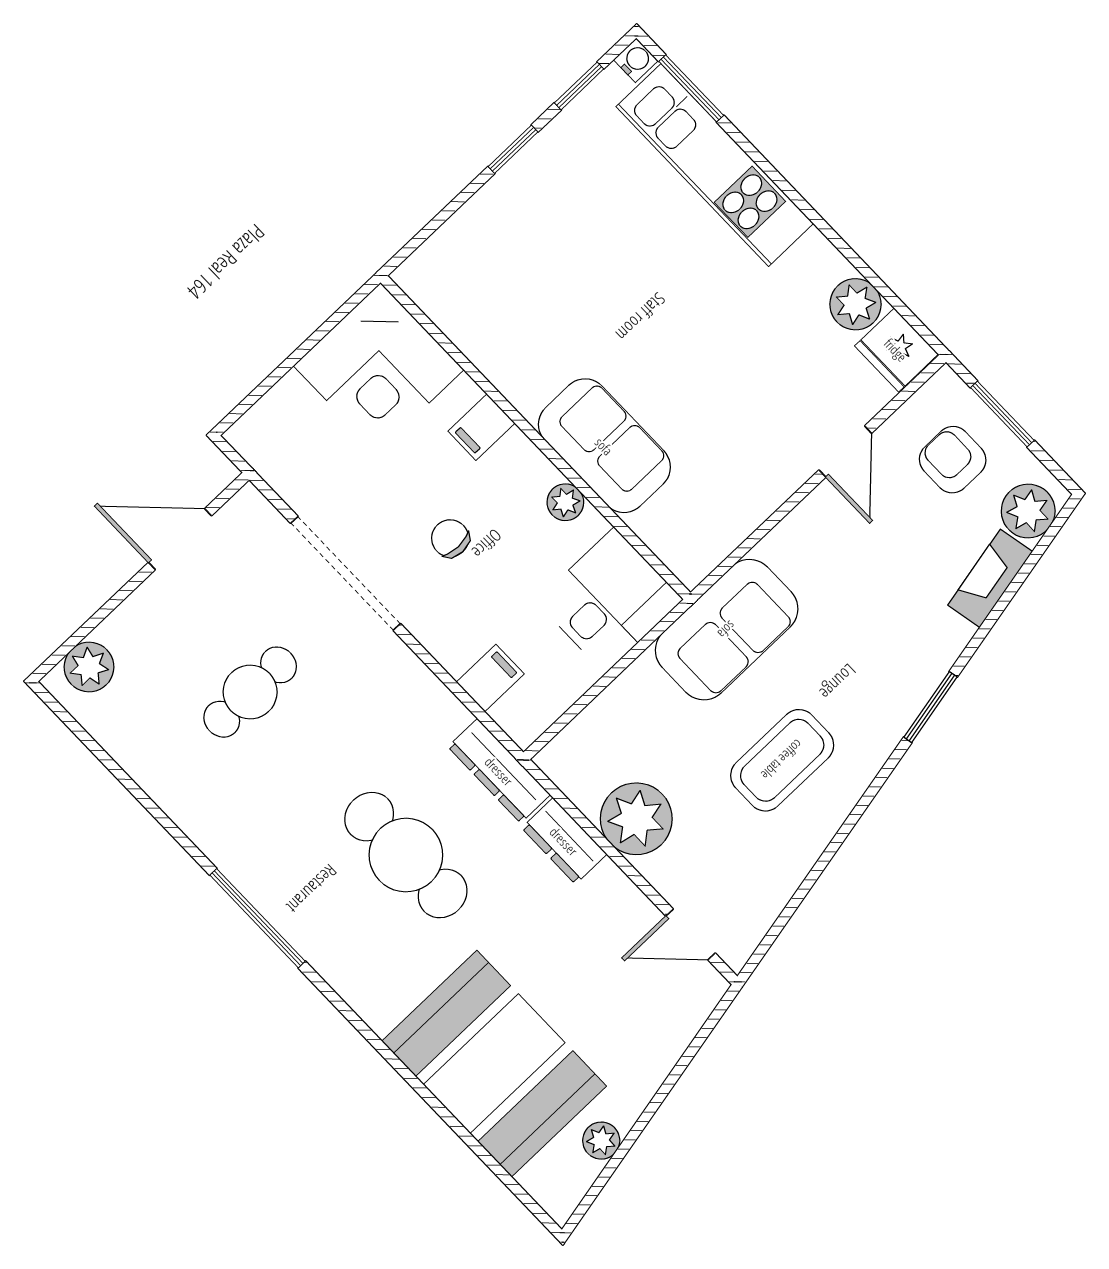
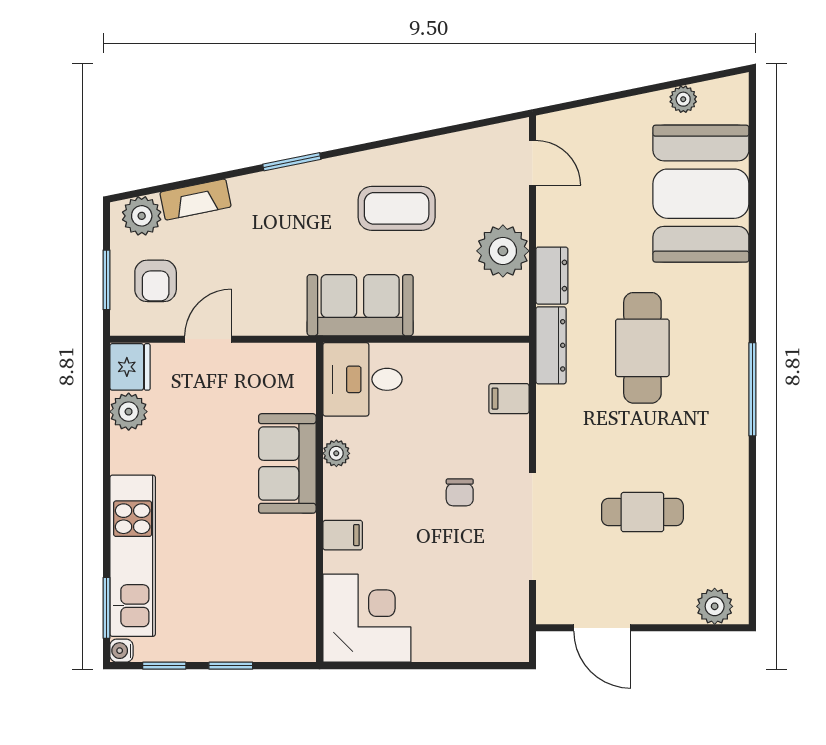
corner desk: (379, 368) -> (367, 618), moved
filing cabinet: (481, 427) -> (343, 535), moved
wall: (535, 438) -> (319, 502), moved
sofa: (604, 446) -> (287, 463), moved
plant: (565, 502) -> (336, 453), moved
desk: (610, 601) -> (362, 379), moved

